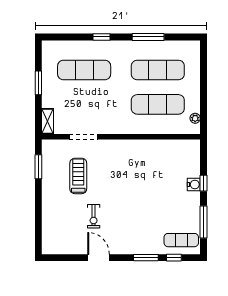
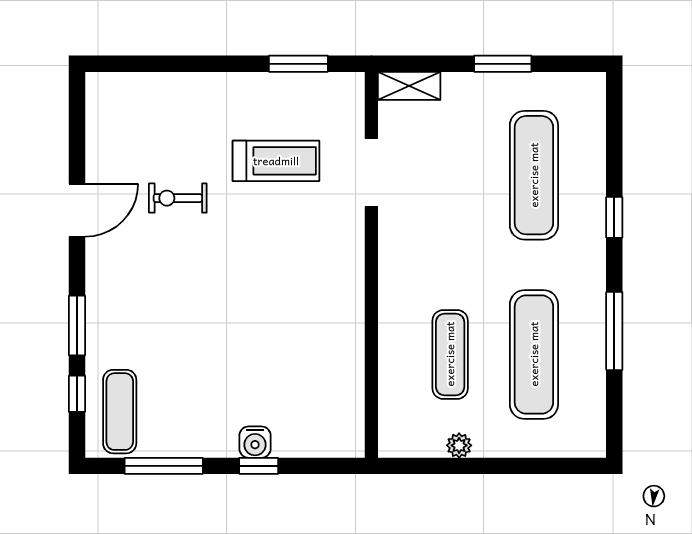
exercise mat: (158, 104) -> (450, 354), width x0.73, depth x0.69
plant: (195, 118) -> (459, 445), moved

